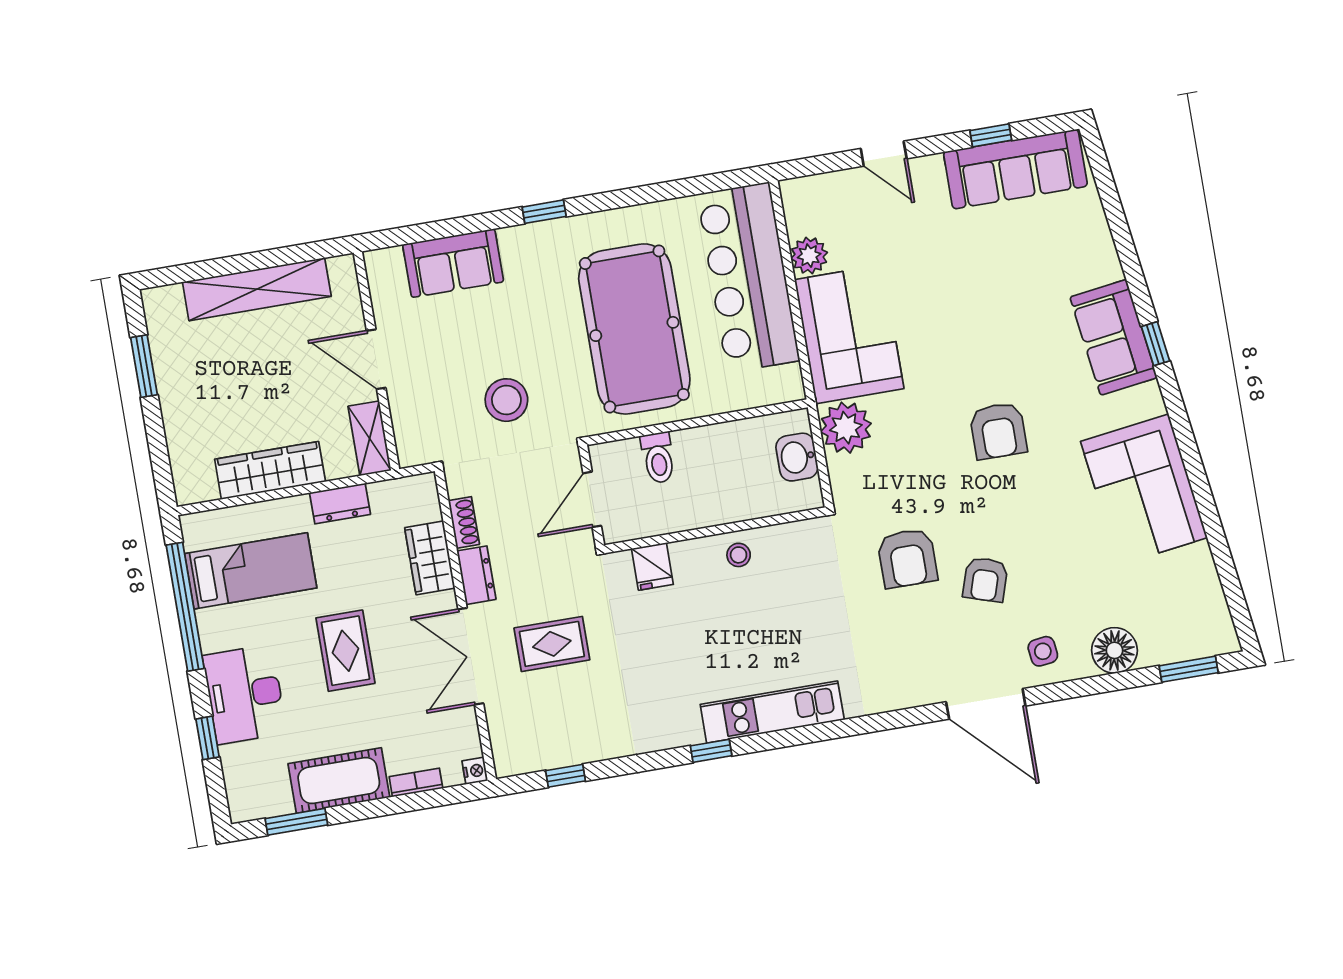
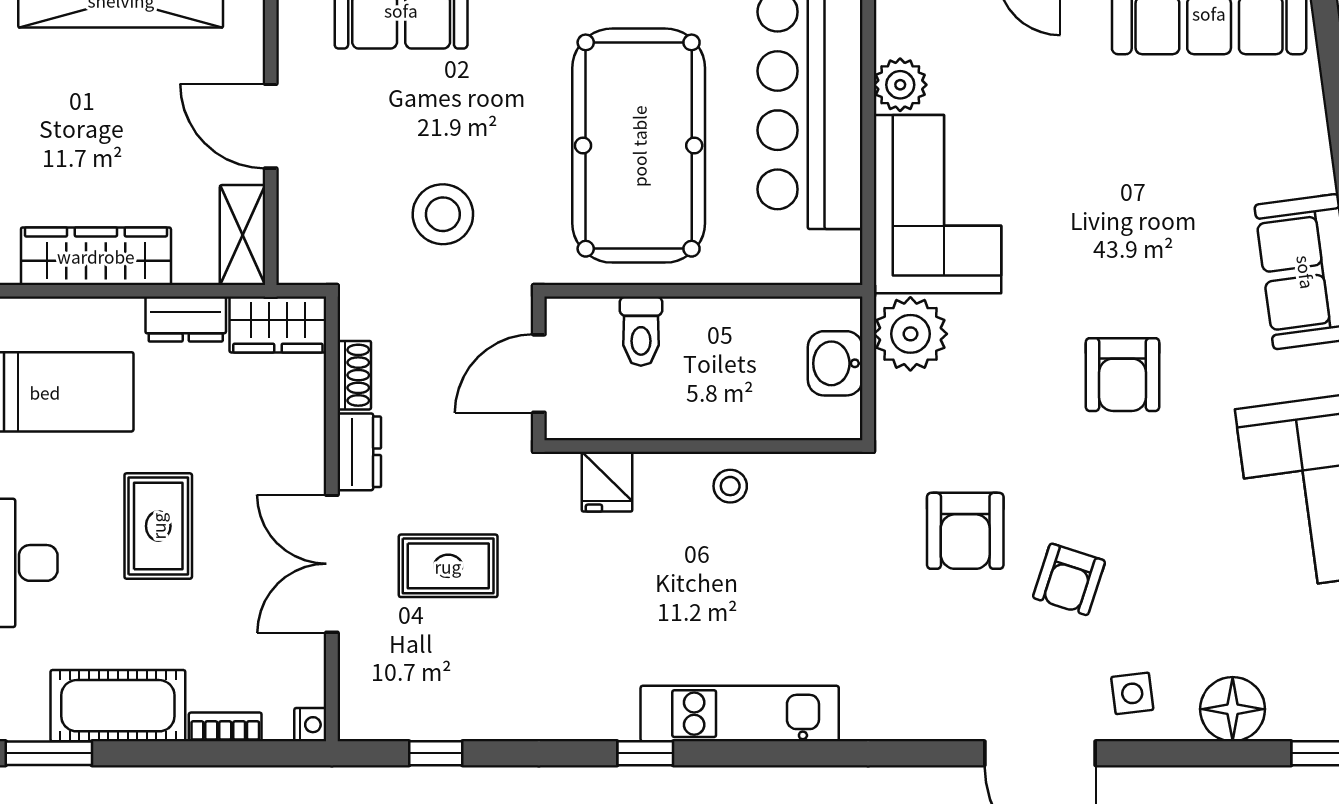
wardrobe: (430, 558) -> (278, 325), moved, turned -90

